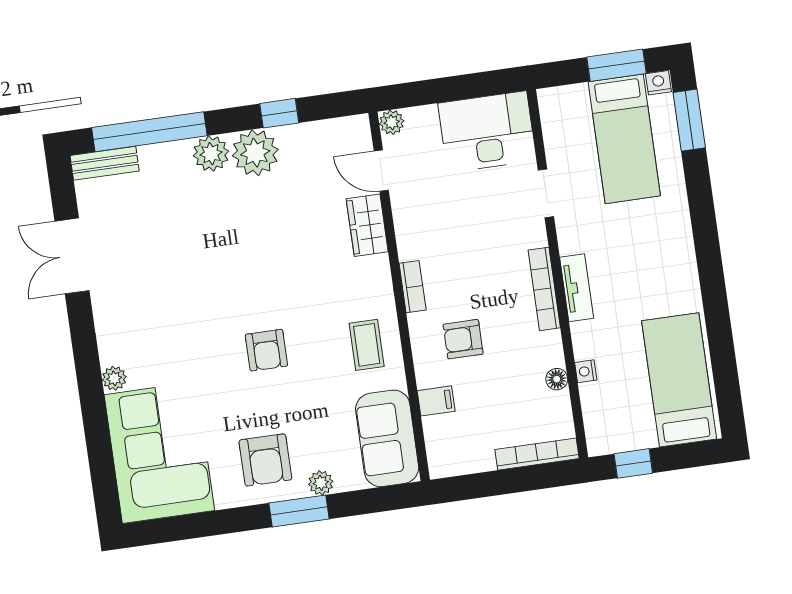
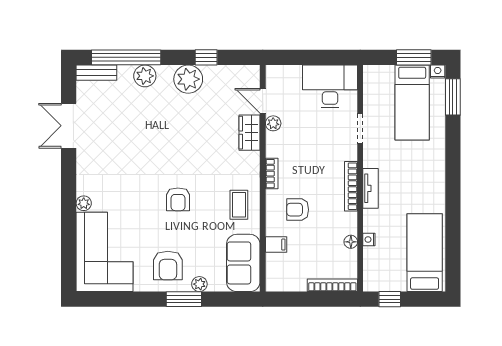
plant: (392, 122) -> (273, 123), moved
plant: (211, 154) -> (145, 76), moved

